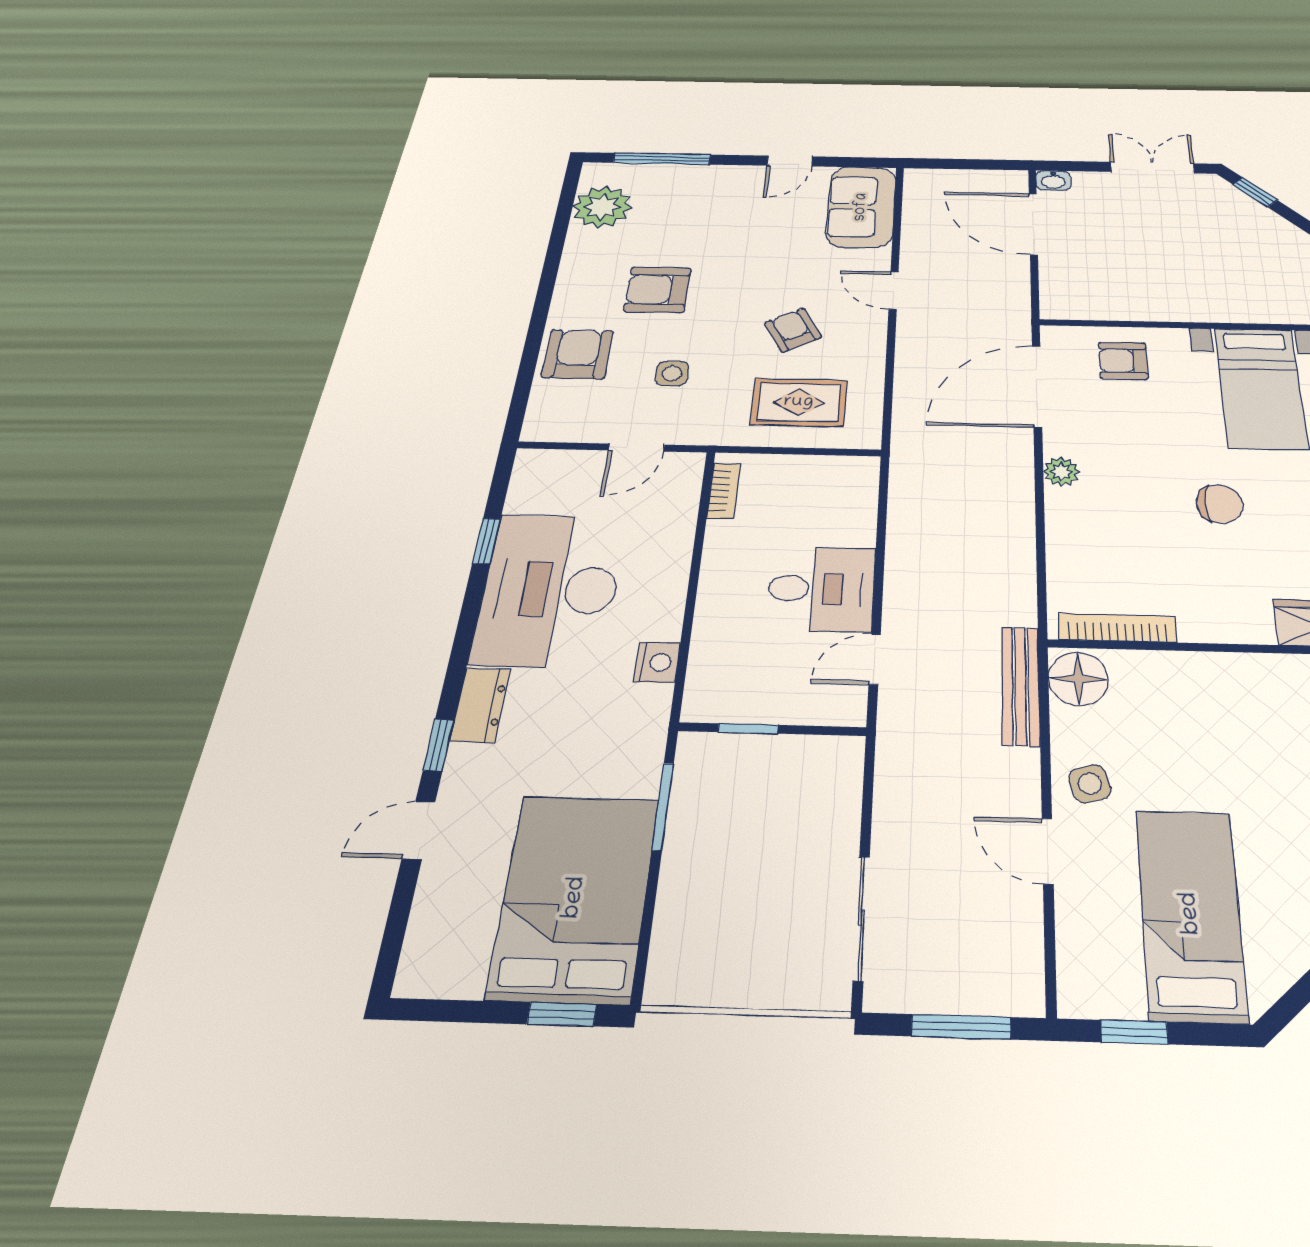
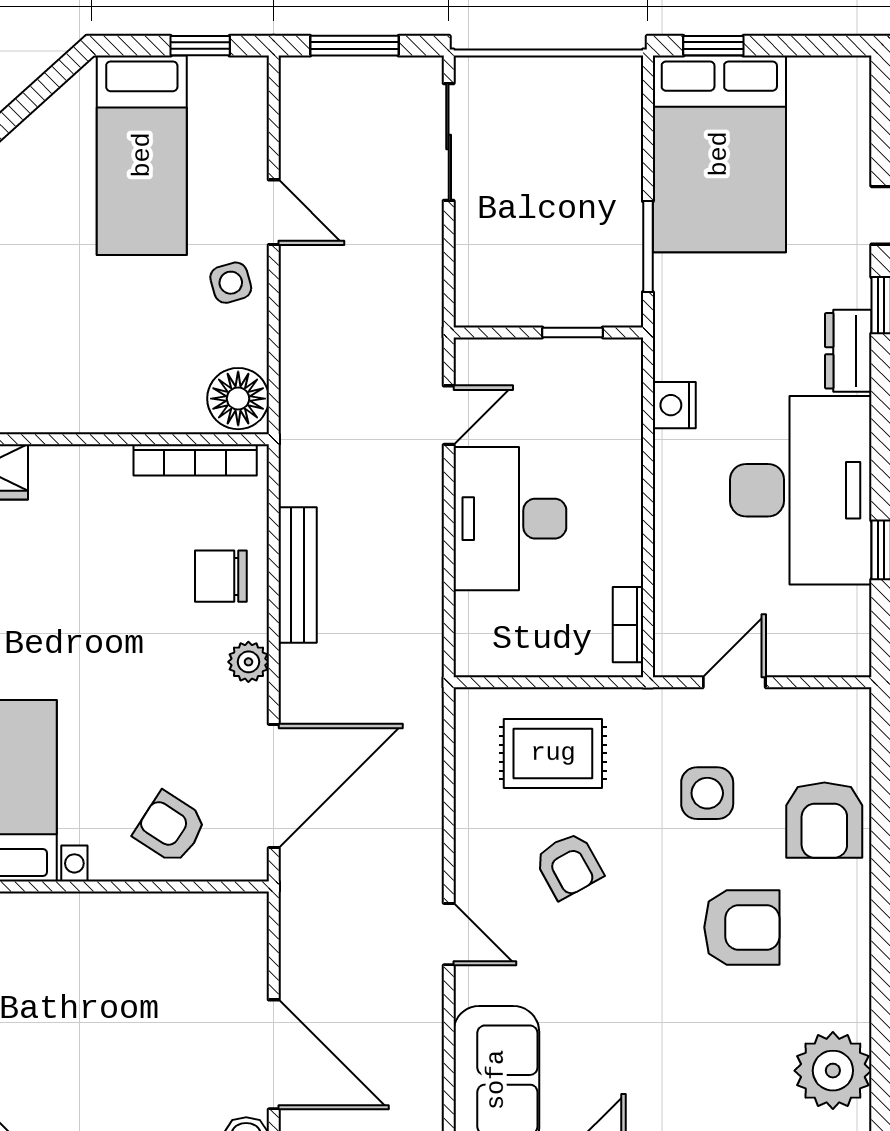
armchair: (1123, 361) -> (170, 828), turned -147
side table: (672, 374) -> (707, 793), width x1.37, depth x1.37
chair: (1220, 504) -> (221, 576), moved
desk: (821, 589) -> (510, 519), width x1.37
bench: (1021, 685) -> (298, 575), moved

